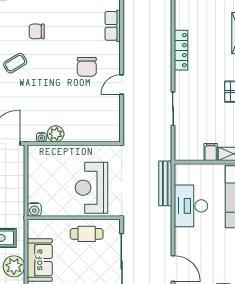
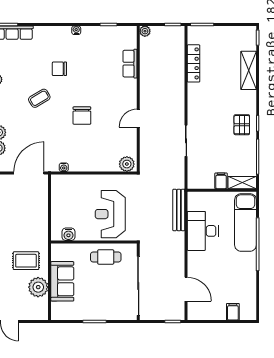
locker: (181, 50) -> (194, 63), moved
chair: (87, 67) -> (82, 116), moved
plant: (56, 134) -> (127, 164), moved
water cooler: (34, 209) -> (68, 234), moved

